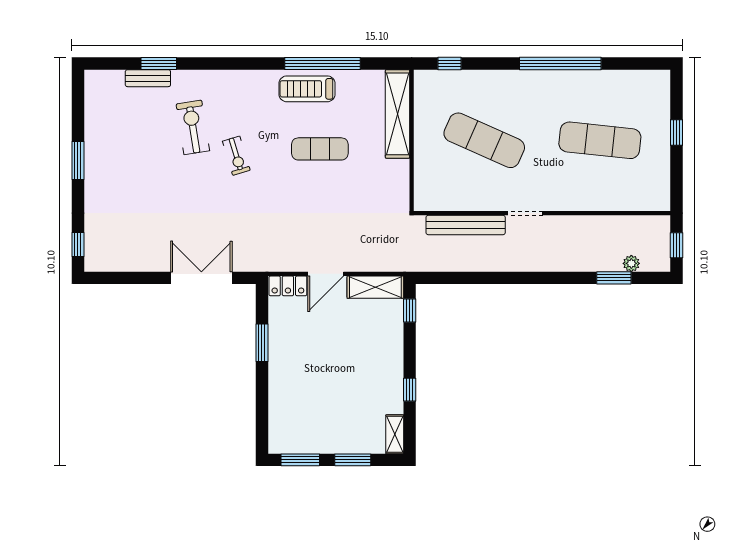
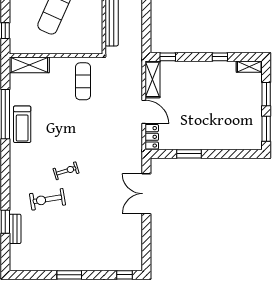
shelving: (397, 114) -> (29, 65), width x0.68
exercise mat: (320, 149) -> (83, 81), moved

